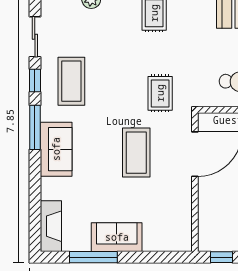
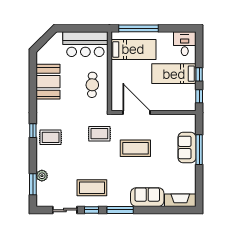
sofa: (56, 149) -> (147, 197), moved
sofa: (117, 237) -> (187, 147), moved
window: (93, 257) -> (199, 150), moved

